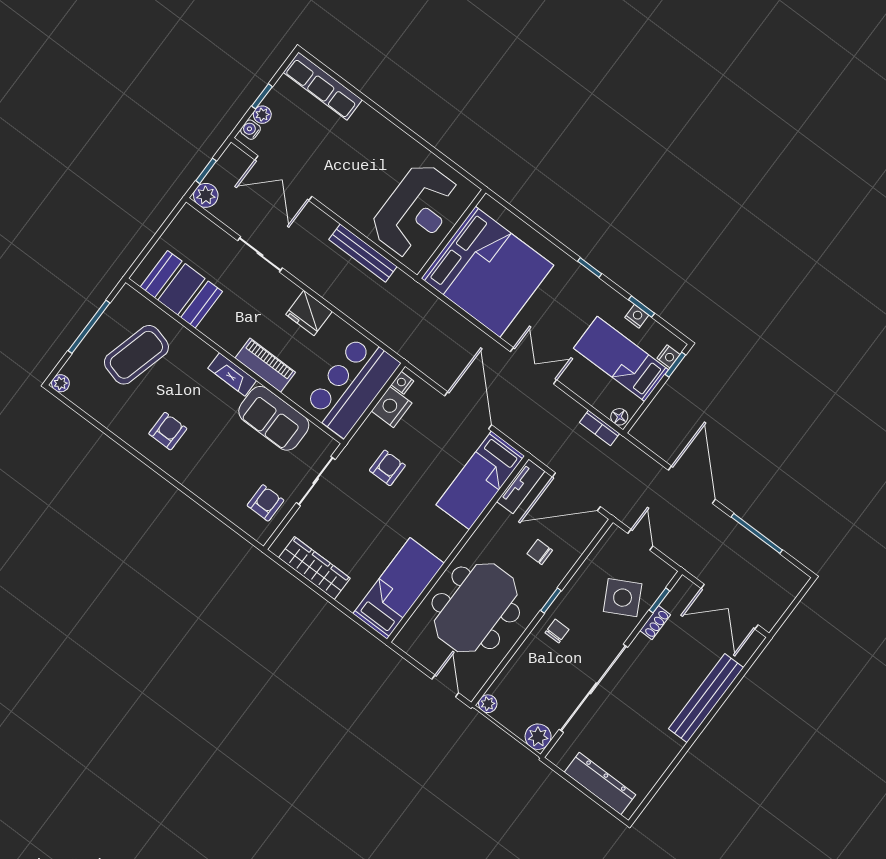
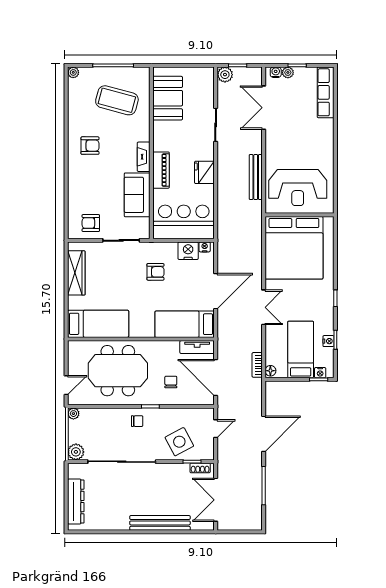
armchair: (265, 503) -> (91, 223), turned 180
shoe rack: (655, 623) -> (200, 468), moved

